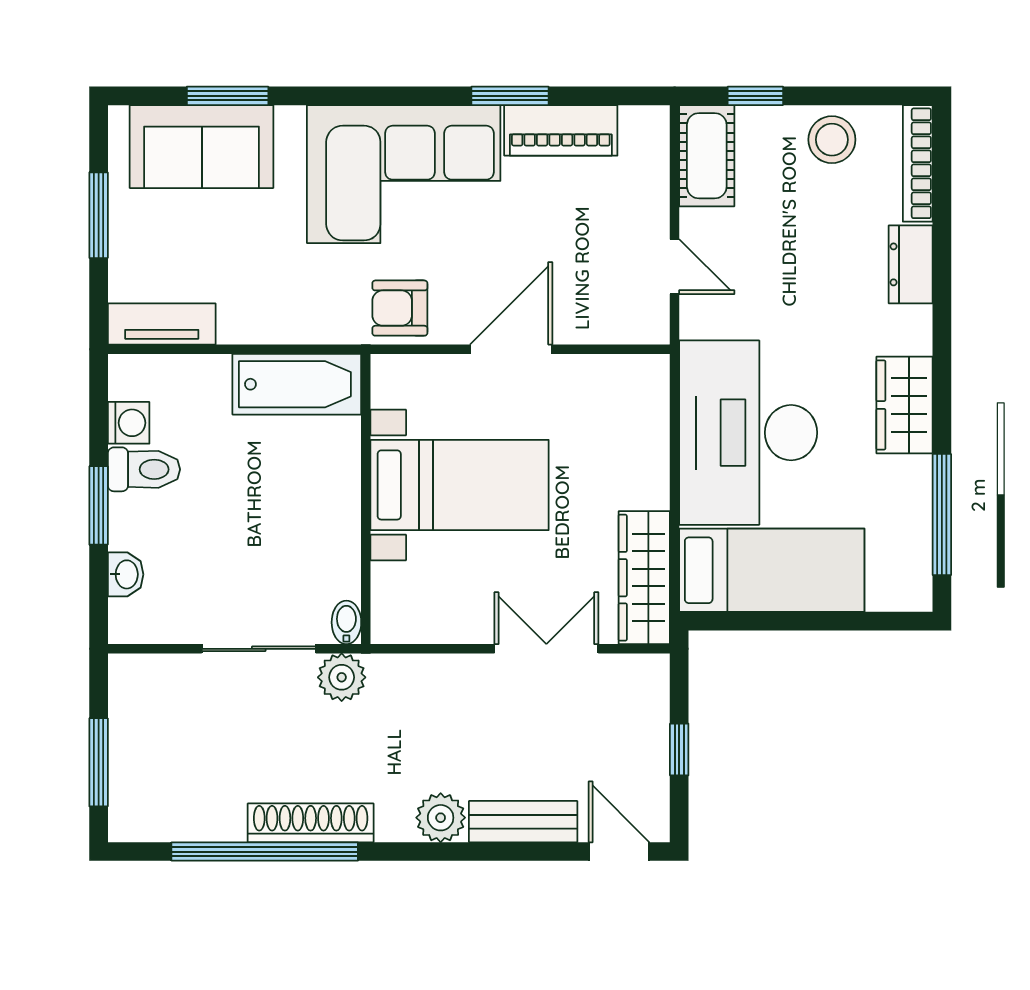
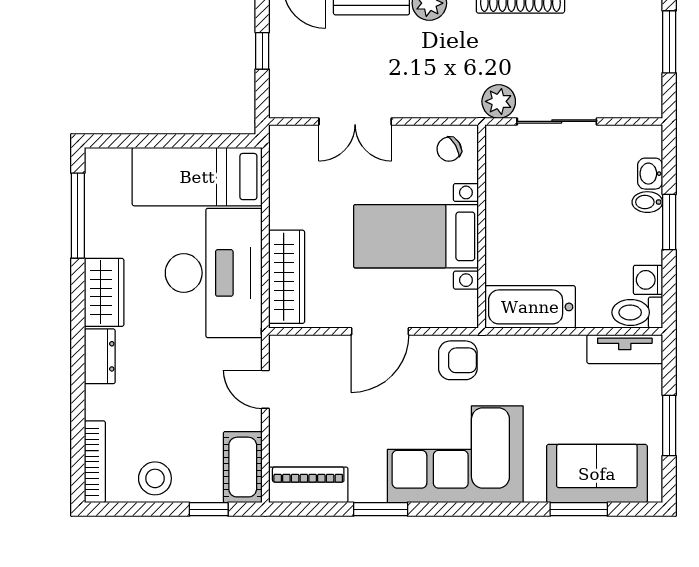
piano: (561, 130) -> (308, 485), moved
dresser: (911, 264) -> (100, 356), moved
toilet: (144, 469) -> (637, 312), moved
wardrobe: (644, 578) -> (287, 277), moved
chair: (412, 609) -> (449, 149), added
bidet: (346, 622) -> (647, 202), moved, turned 90

